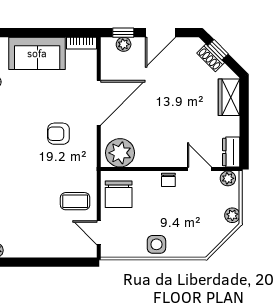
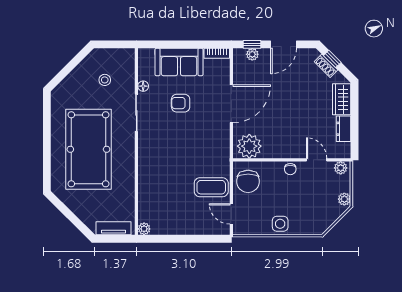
armchair: (58, 134) -> (181, 103), moved
dresser: (231, 152) -> (343, 129), moved
coffee table: (75, 201) -> (211, 187), width x1.36, depth x1.30

